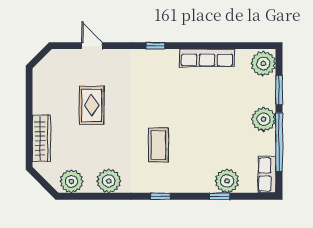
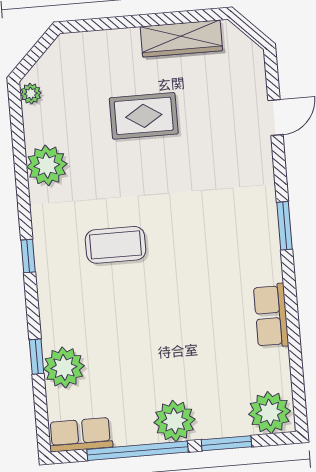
window: (155, 46) -> (285, 226), width x1.50
row of seats: (207, 58) -> (271, 316), width x0.68
rug: (92, 105) -> (144, 116), moved
wardrobe: (41, 138) -> (181, 39), moved
plant: (72, 181) -> (31, 94), width x0.53, depth x0.53

